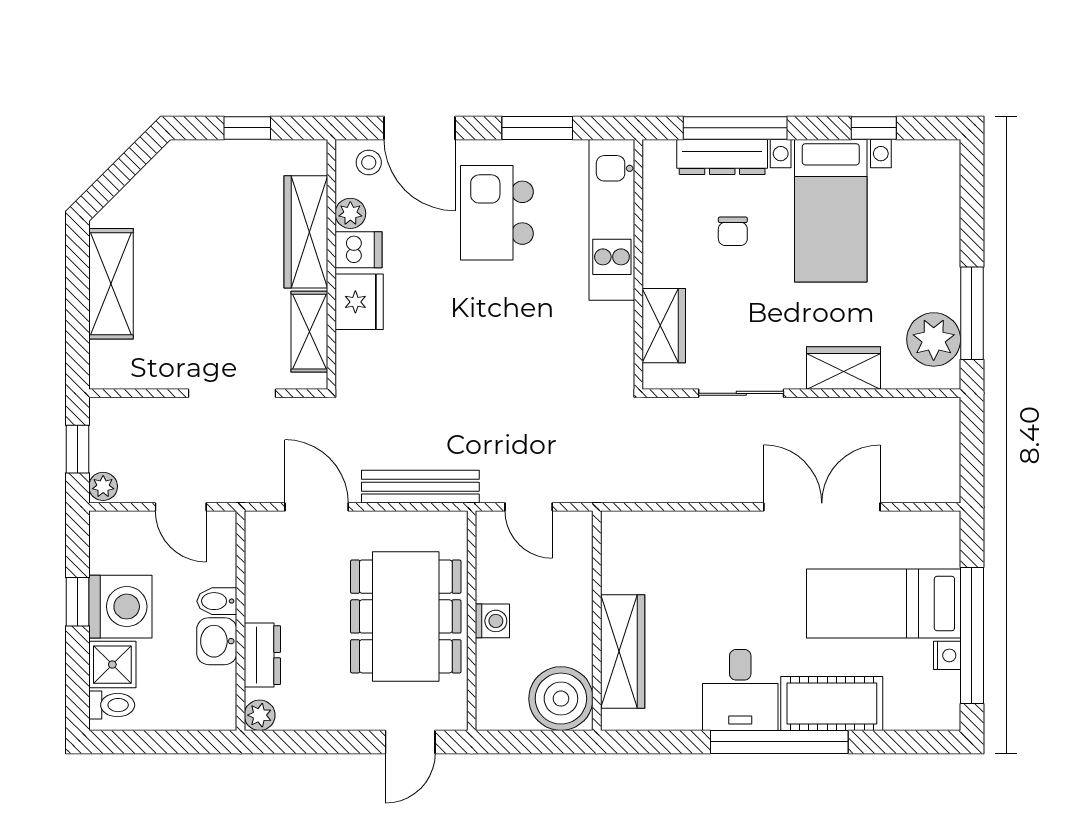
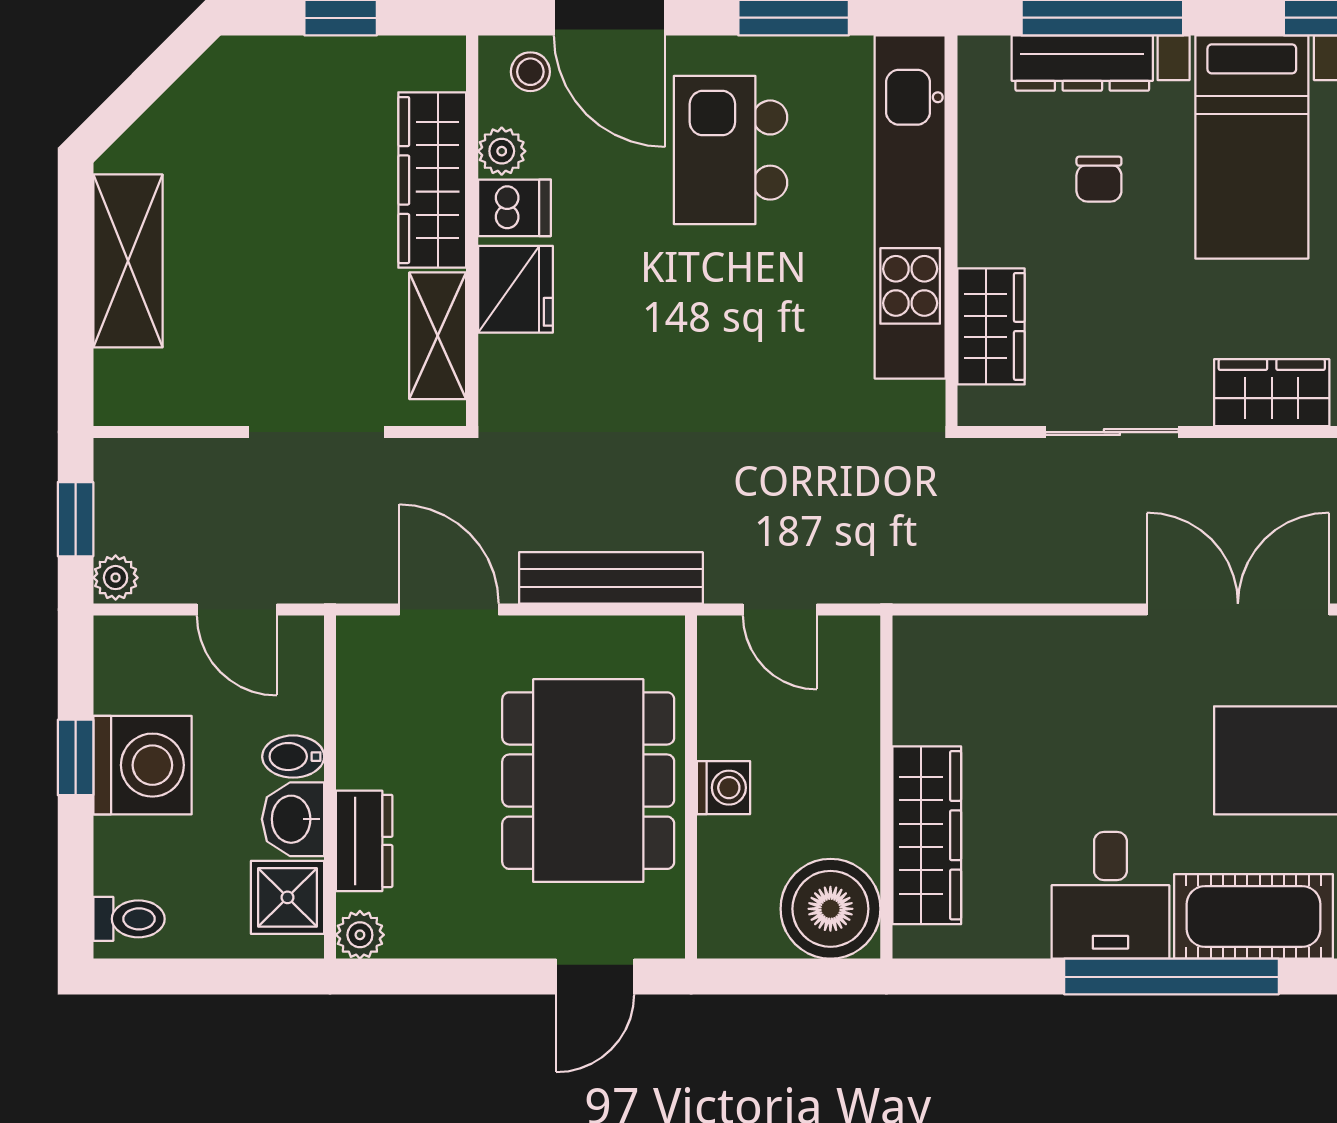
kitchen unit: (612, 220) -> (910, 207), width x1.36
shower: (112, 665) -> (288, 897), moved

